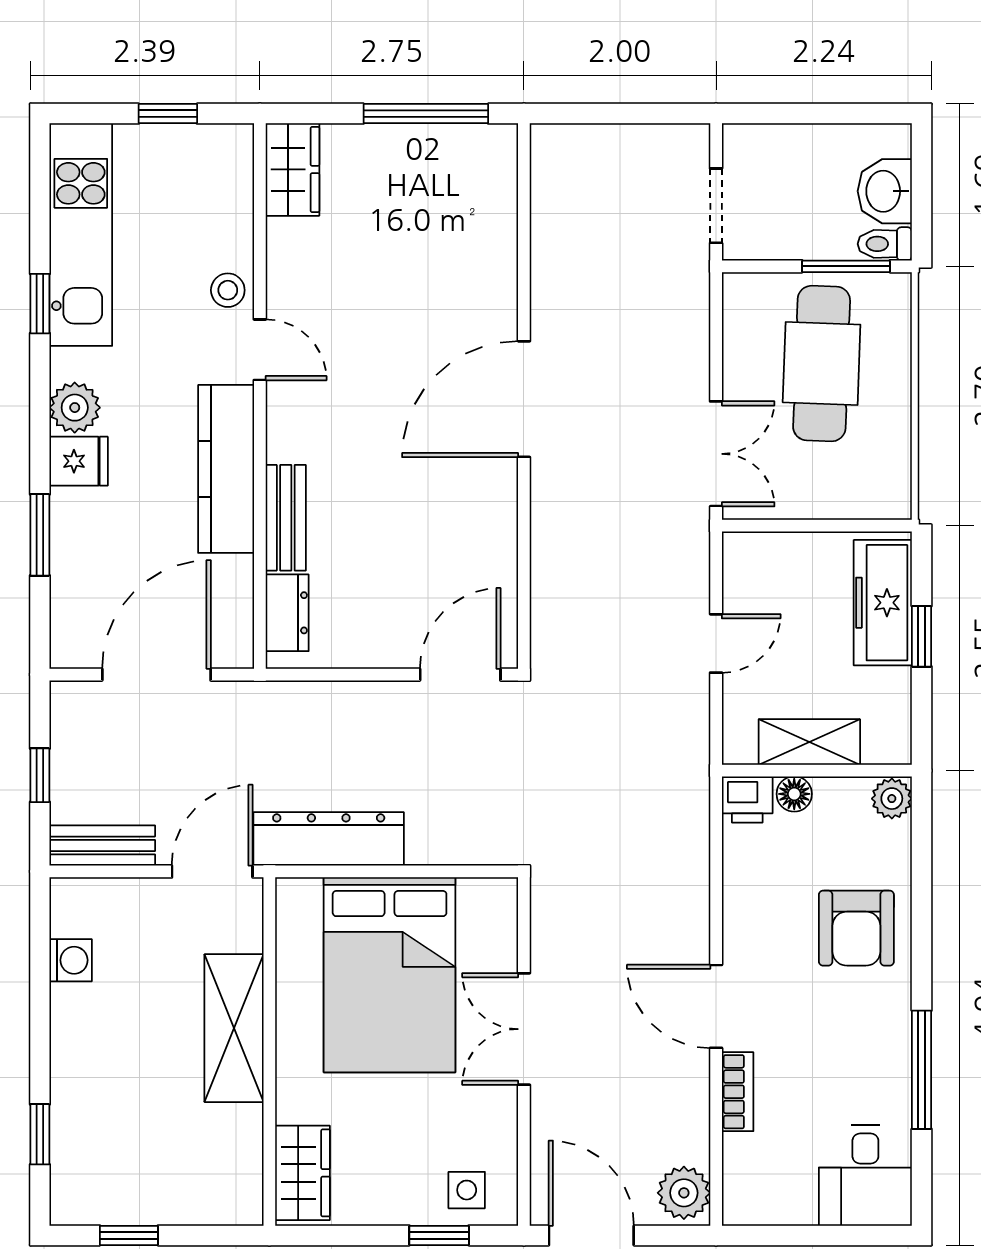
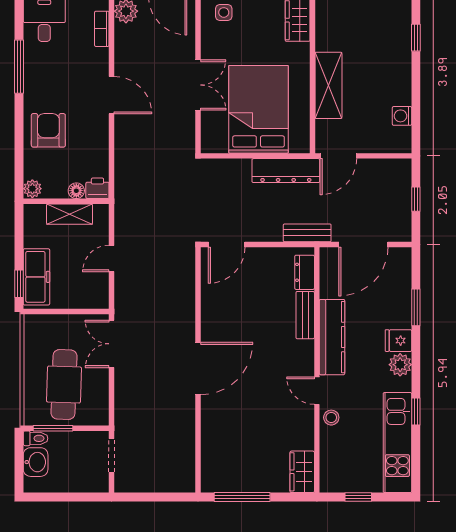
window: (922, 636) -> (19, 284), moved
bench: (102, 845) -> (307, 233), moved
bookcase: (738, 1092) -> (102, 29), moved

